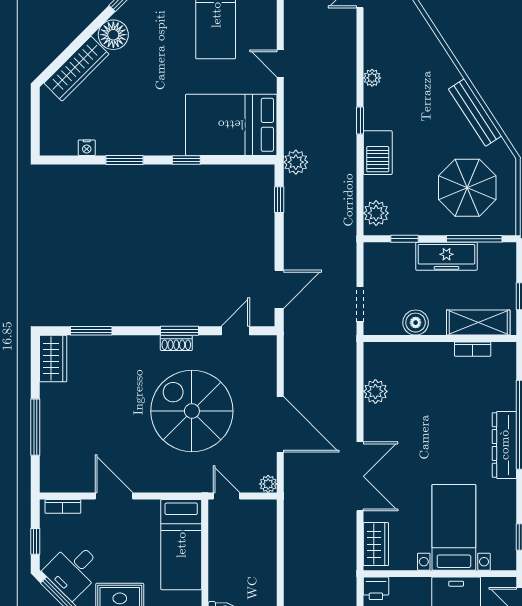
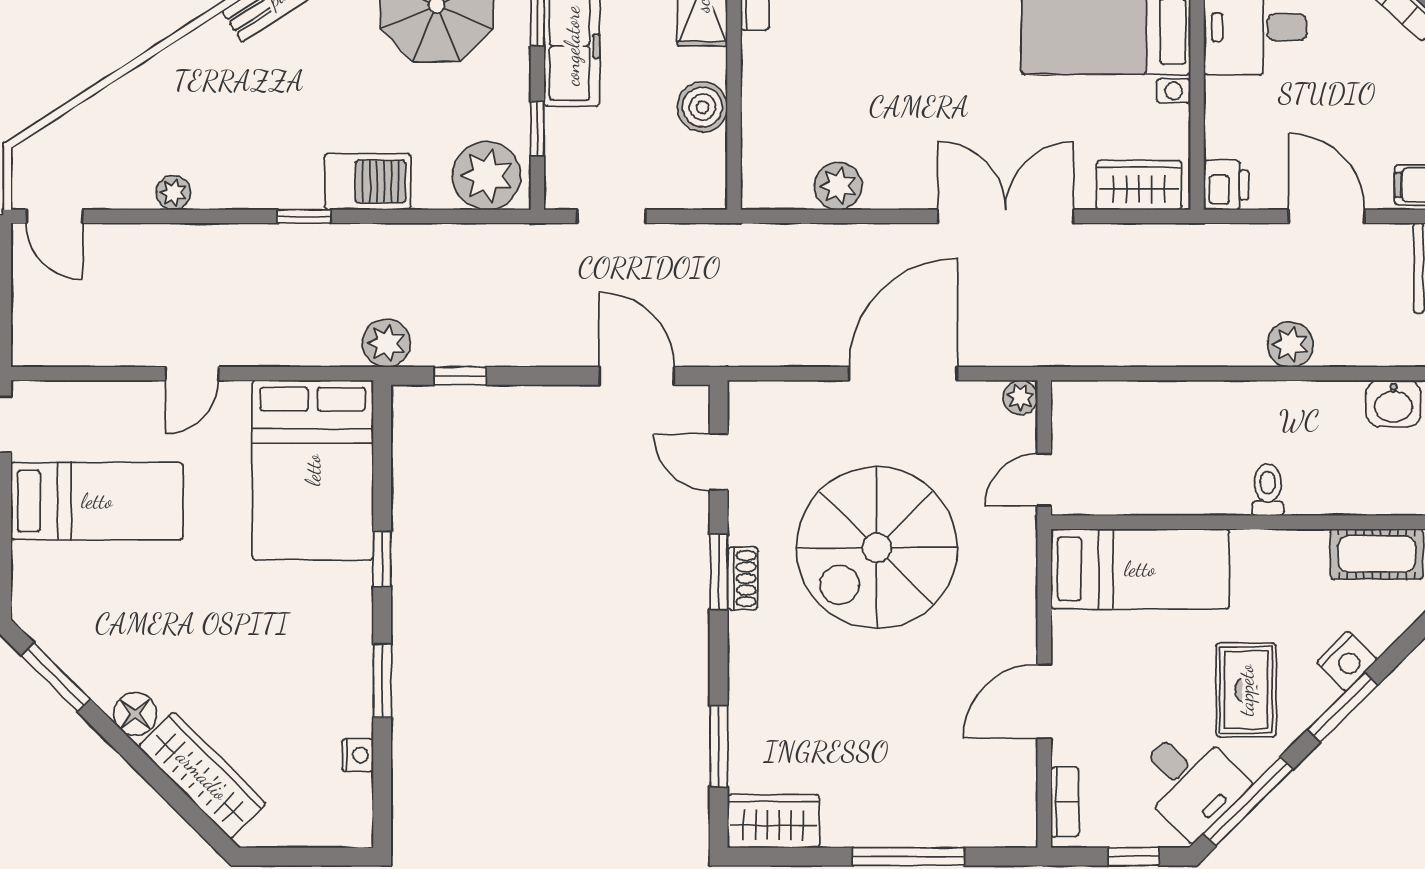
floor lamp: (113, 35) -> (135, 714), width x0.73, depth x0.73
plant: (372, 78) -> (173, 193), moved
plant: (376, 213) -> (487, 176), width x1.36, depth x1.36
doorway: (360, 304) -> (611, 216), moved

